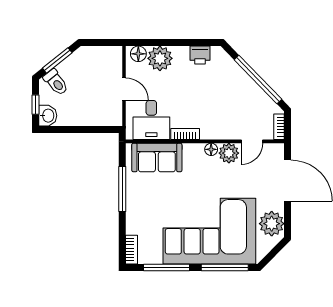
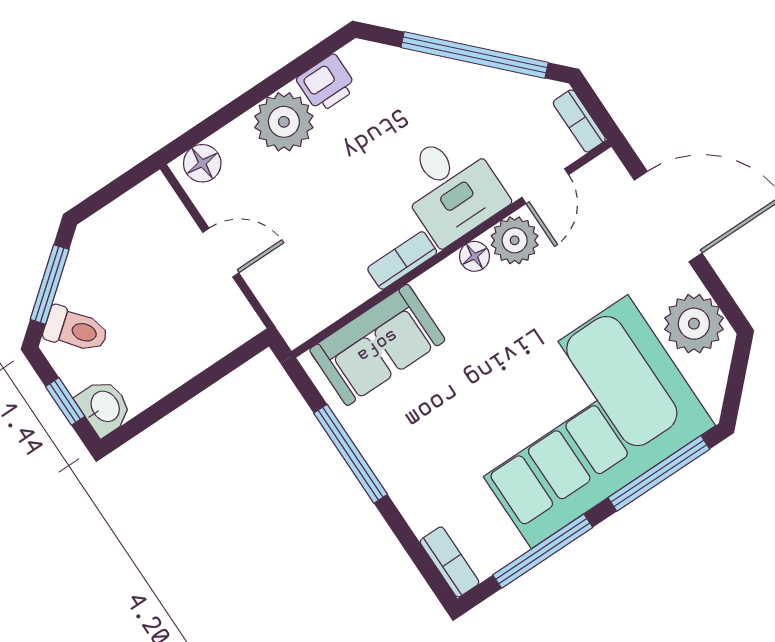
plant: (160, 58) -> (284, 122), moved
desk: (151, 120) -> (451, 188), moved

